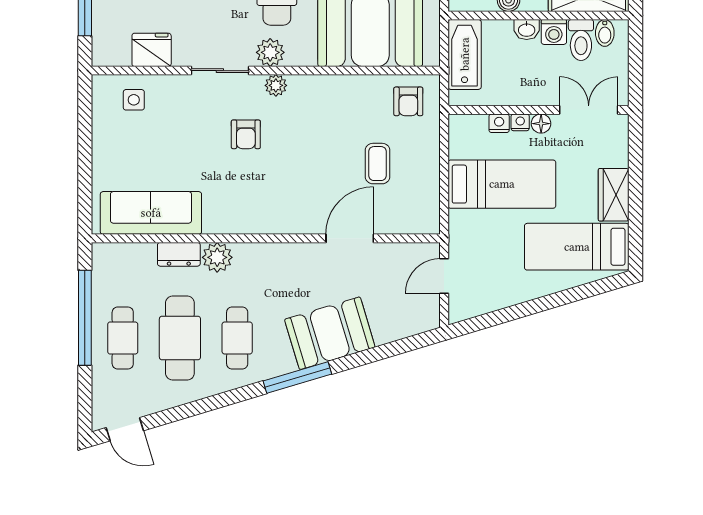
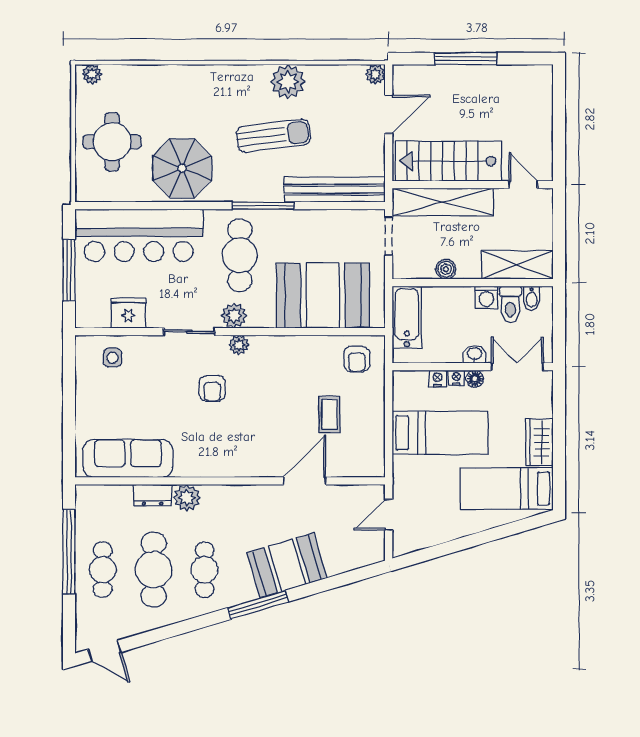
washbasin: (527, 30) -> (475, 354), moved, turned 180

